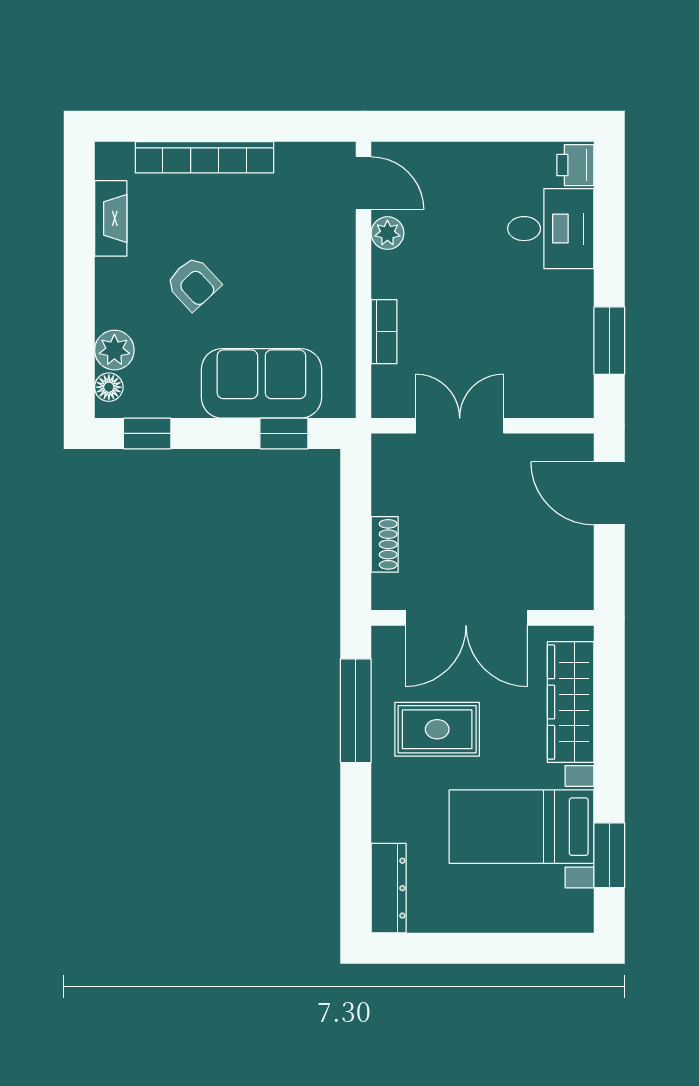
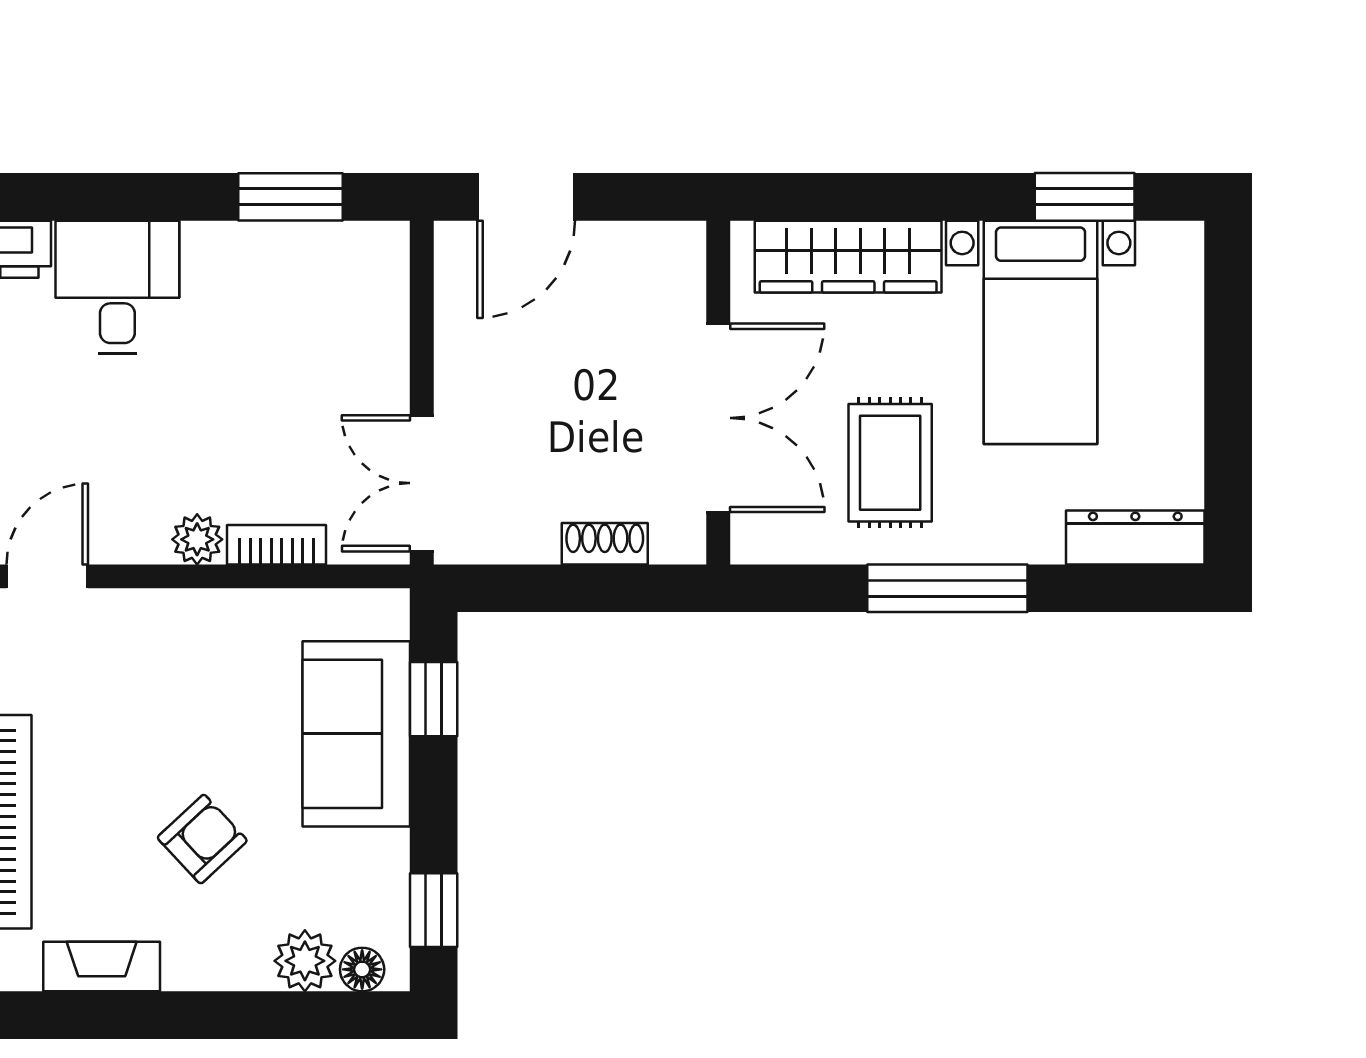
plant: (387, 233) -> (197, 539), moved
double door: (460, 426) -> (422, 483), moved
window: (356, 711) -> (947, 588), moved

